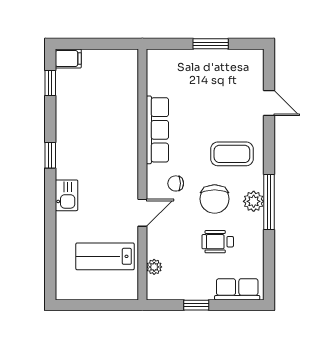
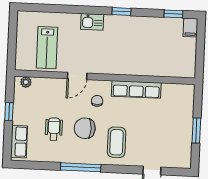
plant: (254, 201) -> (82, 156), removed
door: (142, 213) -> (77, 76), hinge flipped
lab bench: (105, 256) -> (47, 48), turned 180
plant: (154, 267) -> (26, 82), moved

